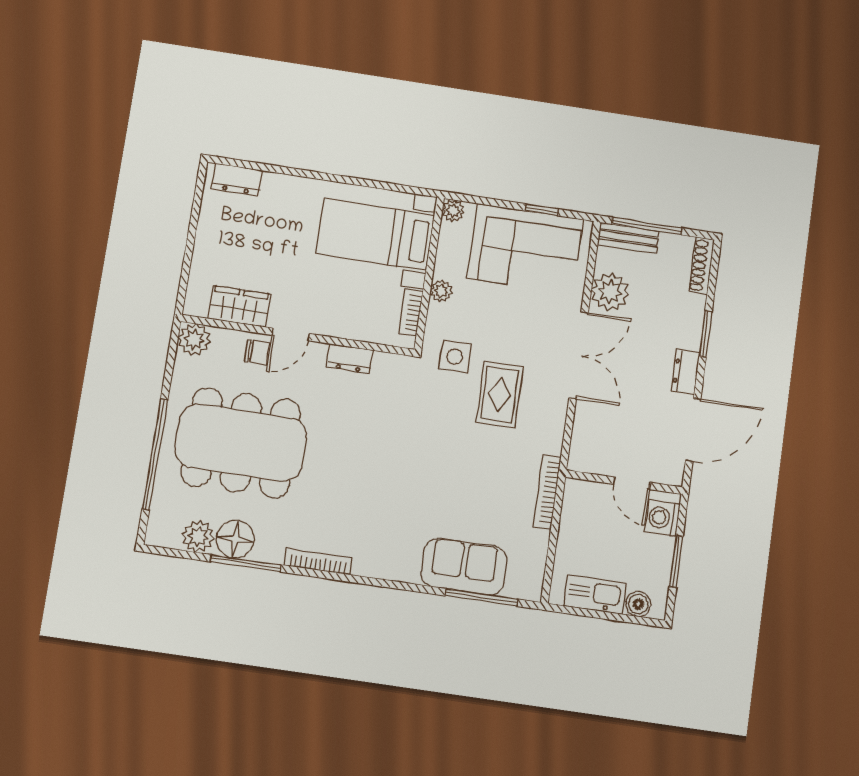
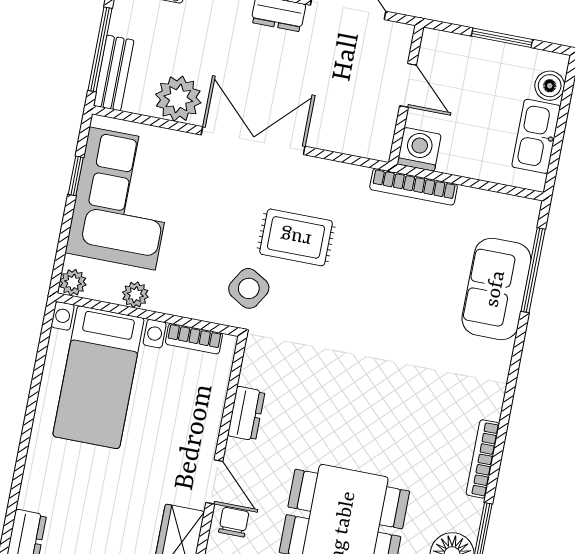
plant: (441, 291) -> (135, 295), moved
side table: (455, 357) -> (249, 288), turned 31
door: (632, 483) -> (408, 85), hinge flipped
washing machine: (662, 518) -> (419, 149), moved, turned 180

